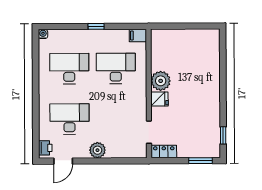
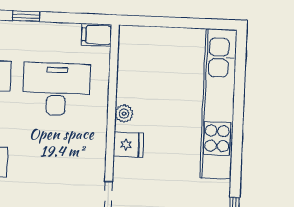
kitchen unit: (211, 73) -> (218, 104), added
plant: (161, 81) -> (124, 114), width x0.53, depth x0.53

